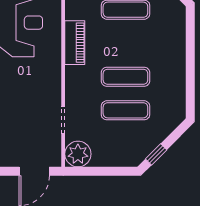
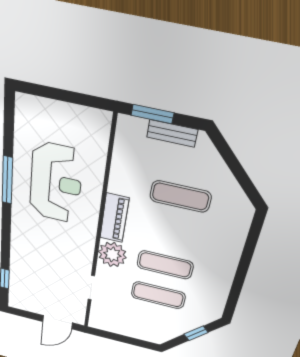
plant: (78, 154) -> (112, 255), moved
window: (156, 154) -> (196, 333), moved

